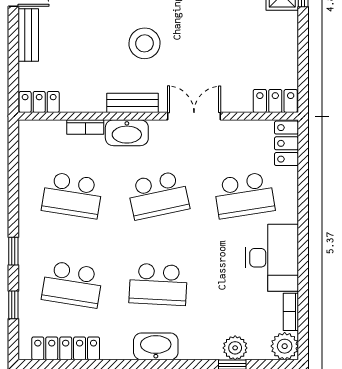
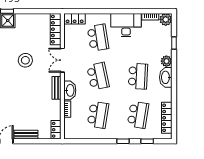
stool: (145, 43) -> (25, 60), moved
locker: (275, 101) -> (56, 29), width x1.53
plant: (235, 348) -> (166, 61), moved

